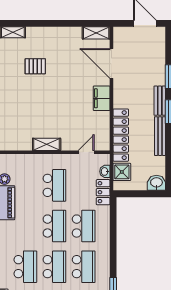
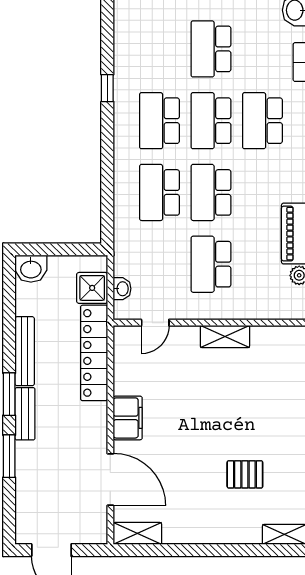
locker: (103, 192) -> (125, 252), removed

